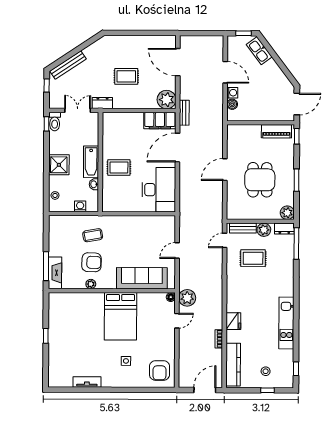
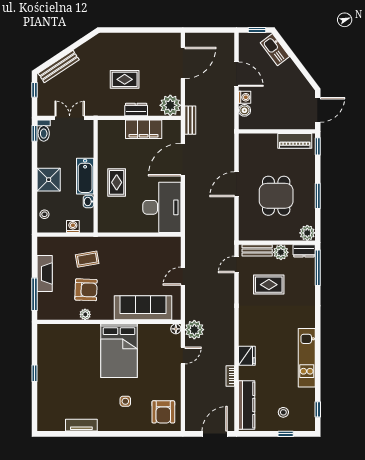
door: (178, 62) -> (183, 63), swing flipped
dresser: (102, 103) -> (136, 109), moved
filing cabinet: (160, 121) -> (144, 129), moved
rug: (119, 168) -> (117, 182), turned 90
fireplace: (55, 273) -> (45, 273), moved

